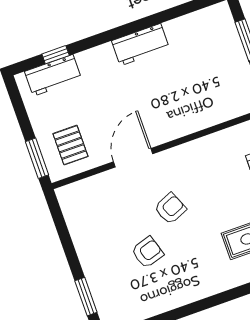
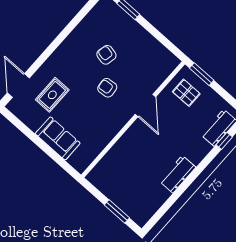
armchair: (170, 208) -> (107, 88), turned 108
armchair: (147, 252) -> (106, 55), turned 119

